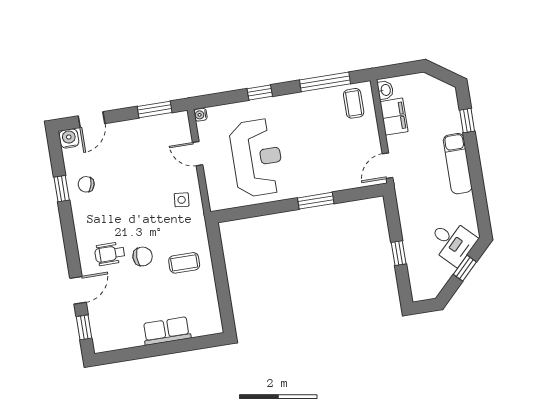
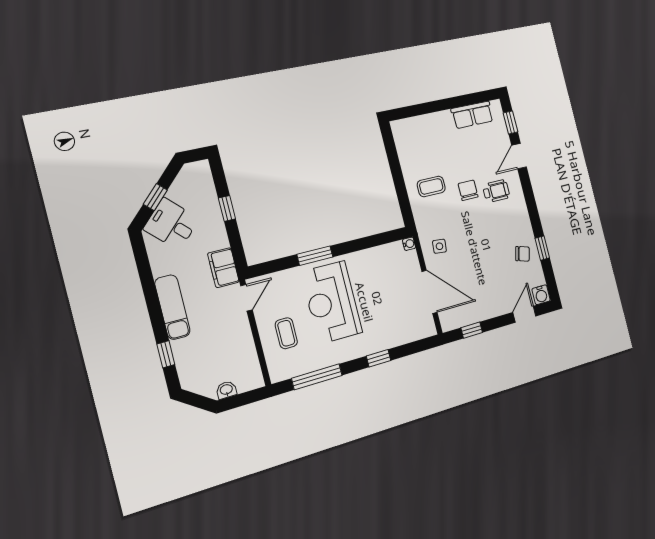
washbasin: (385, 90) -> (226, 390), moved, turned 90
coffee table: (354, 103) -> (286, 333), moved
window: (155, 109) -> (472, 330), width x0.67
water cooler: (201, 115) -> (409, 244), moved
filing cabinet: (394, 117) -> (223, 268), moved
door: (198, 154) -> (430, 292), width x1.88
reception desk: (257, 158) -> (332, 302), moved
chair: (143, 256) -> (468, 190), turned 90
row of seats: (167, 331) -> (472, 115), moved

